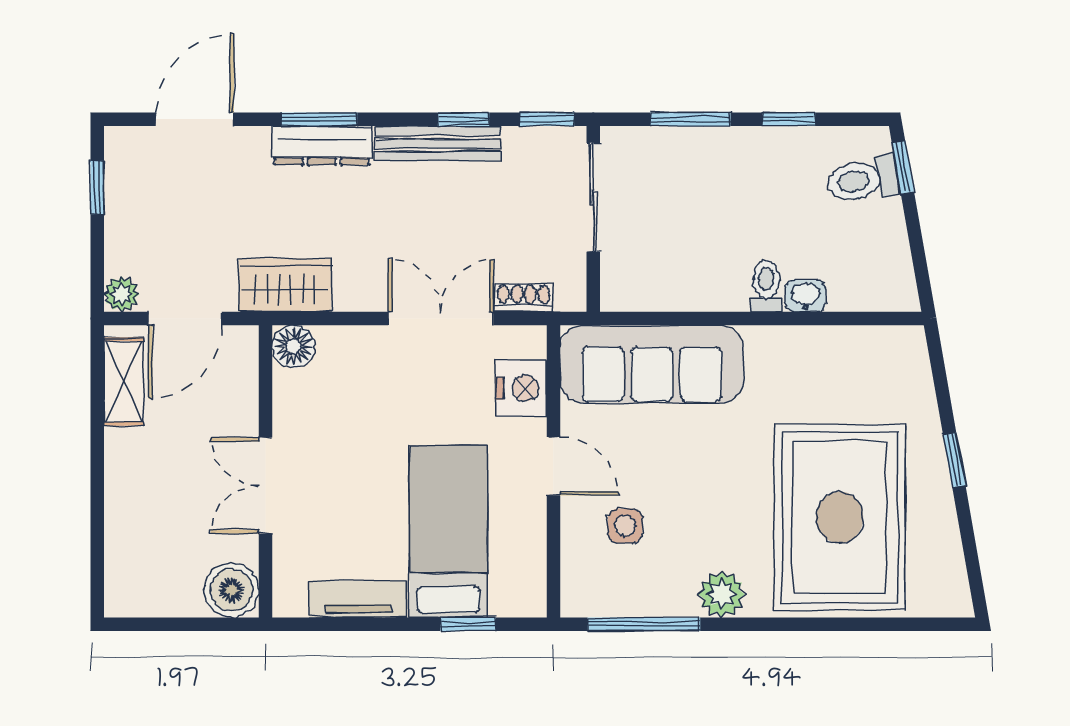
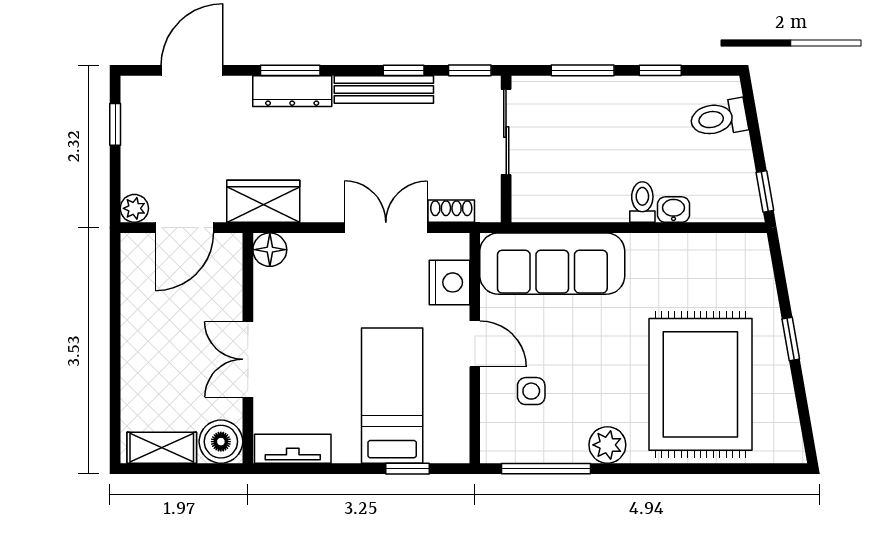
window: (903, 167) -> (765, 191), moved
shelving: (124, 382) -> (162, 448), moved, turned 90
tv unit: (358, 599) -> (293, 449), moved

